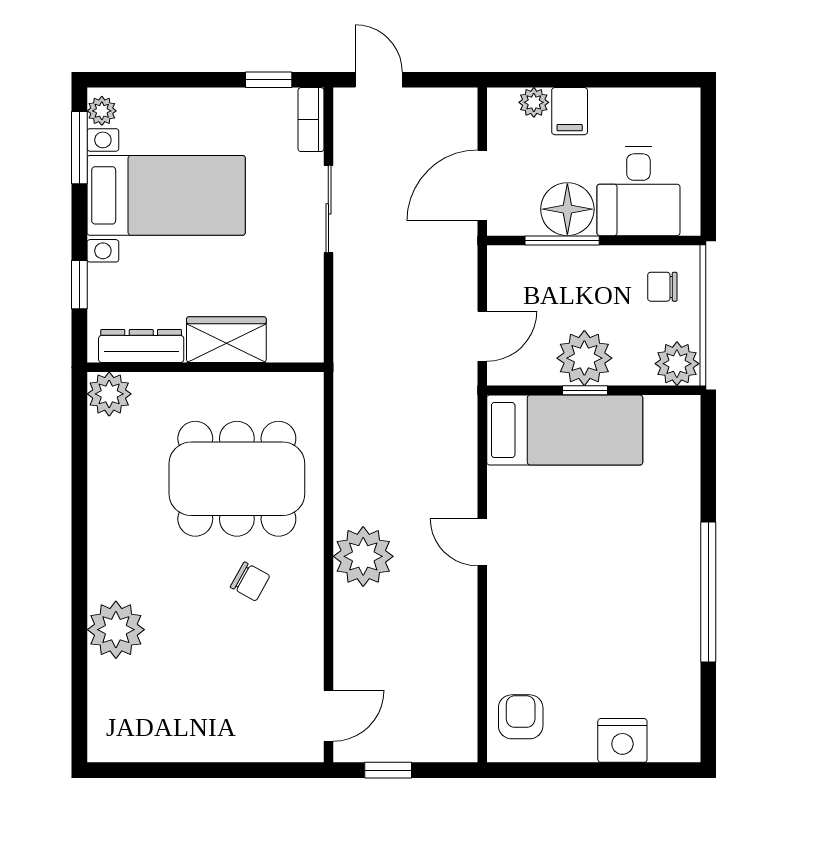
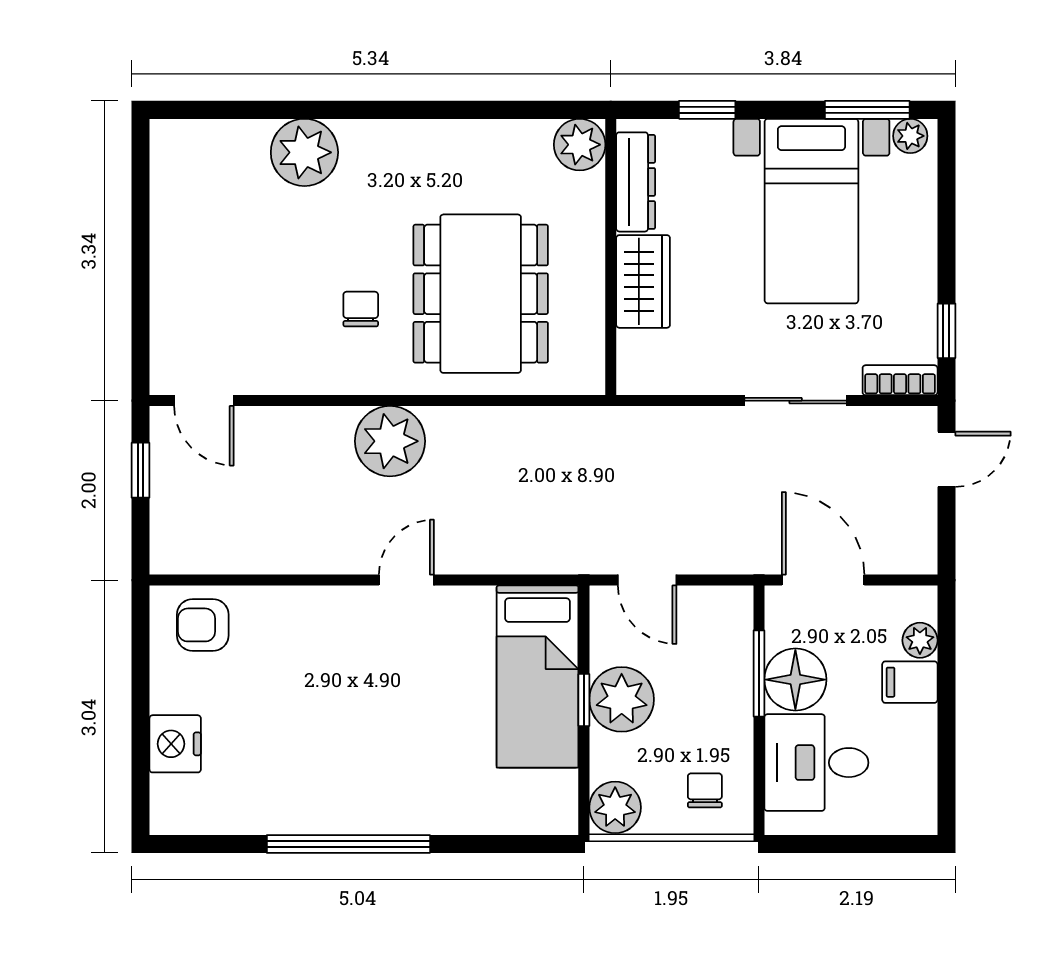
chair: (250, 581) -> (361, 309), turned 151
armchair: (521, 717) -> (203, 625), turned 180

